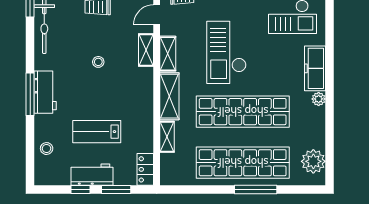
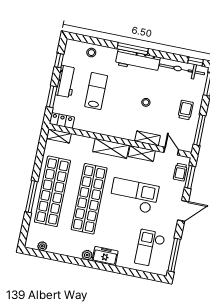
freezer: (315, 68) -> (105, 256), width x0.71
workbench: (45, 92) -> (138, 61), width x1.37
shelving: (167, 137) -> (59, 136), moved
plant: (313, 161) -> (42, 246), width x0.53, depth x0.53
window: (80, 189) -> (59, 61), moved

